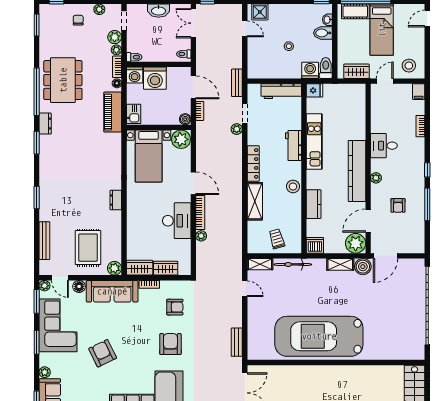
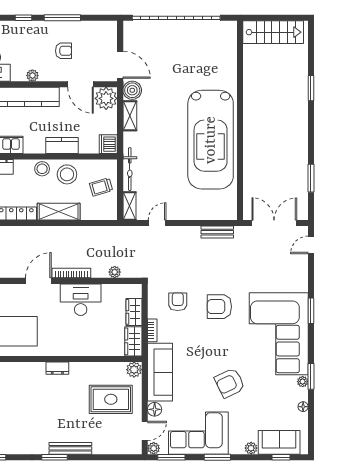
stool: (288, 209) -> (67, 174), added
plant: (201, 236) -> (115, 272), moved
bench: (44, 241) -> (70, 448), moved

